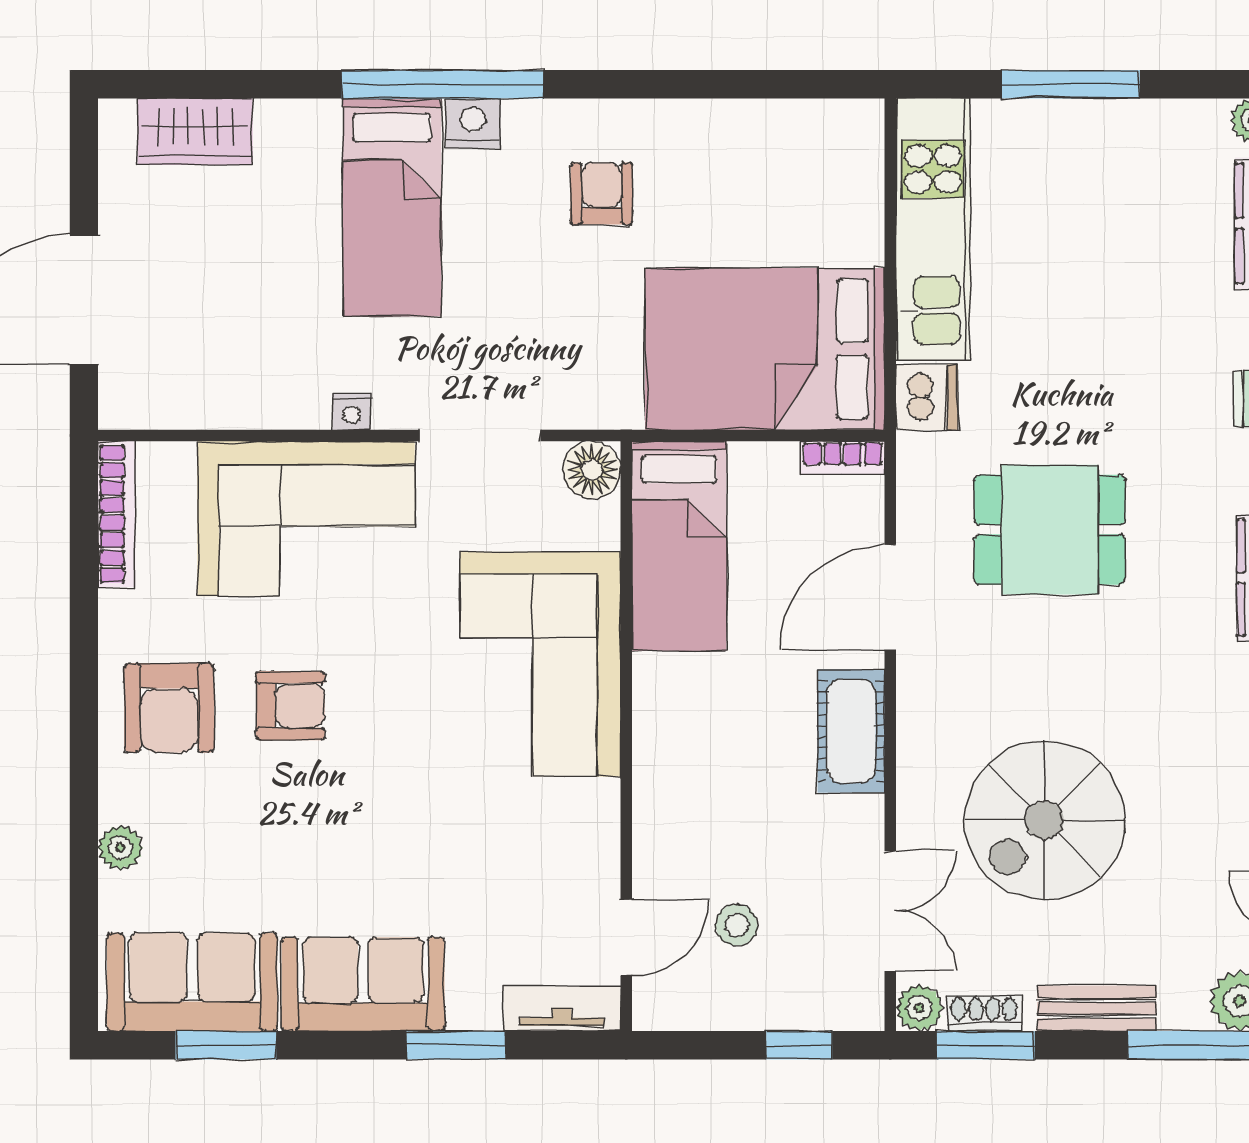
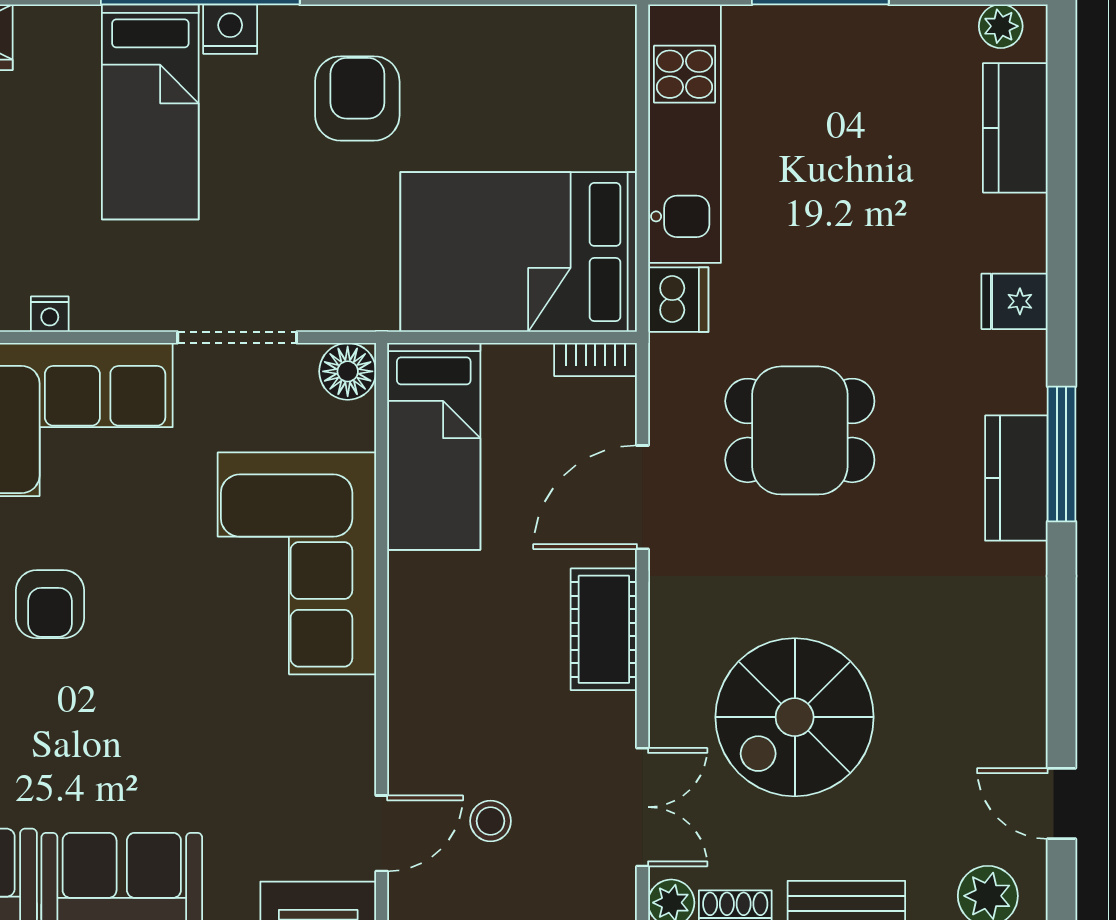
armchair: (602, 194) -> (357, 98), width x1.38, depth x1.38
nightstand: (352, 412) -> (50, 314), moved
armchair: (290, 706) -> (50, 604), turned 90

